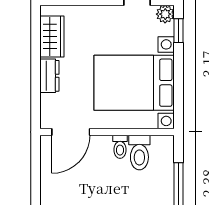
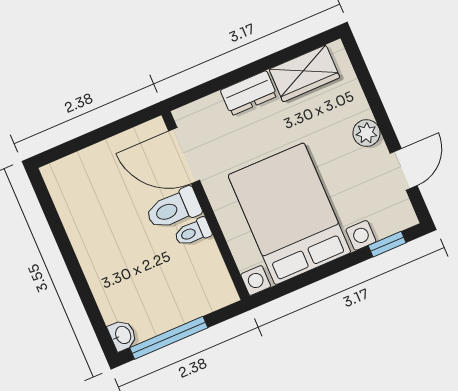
plant: (165, 14) -> (366, 133), moved
toilet: (139, 153) -> (173, 209), moved

